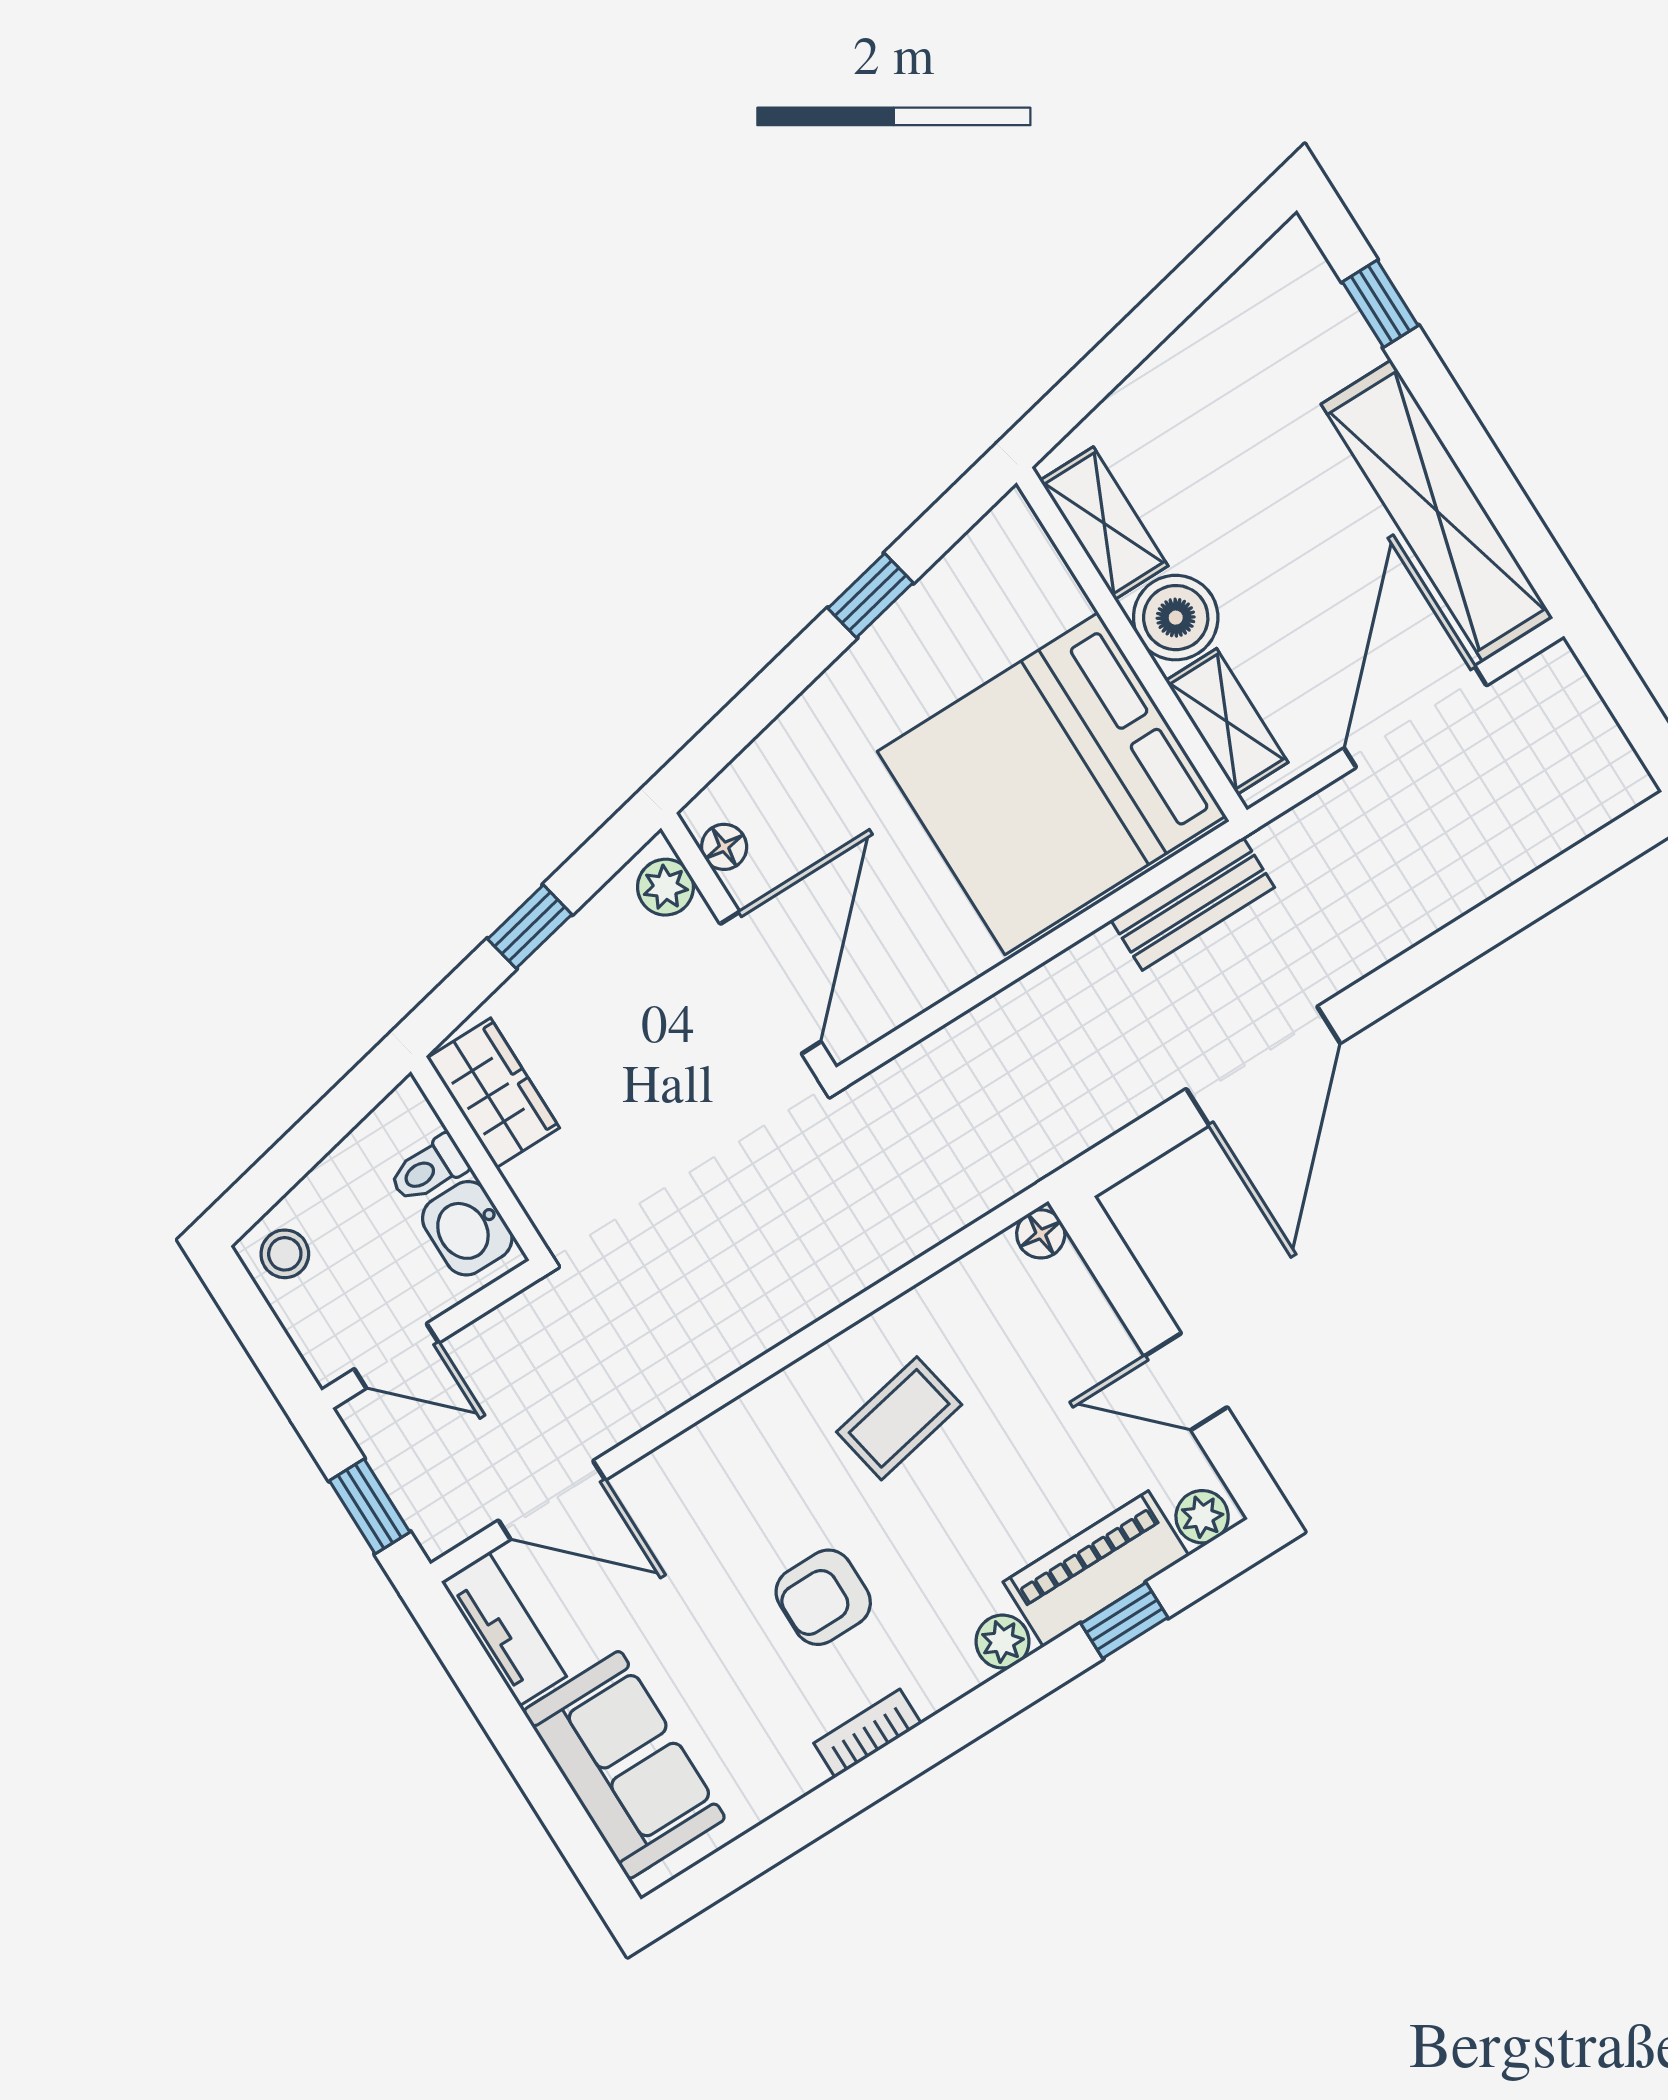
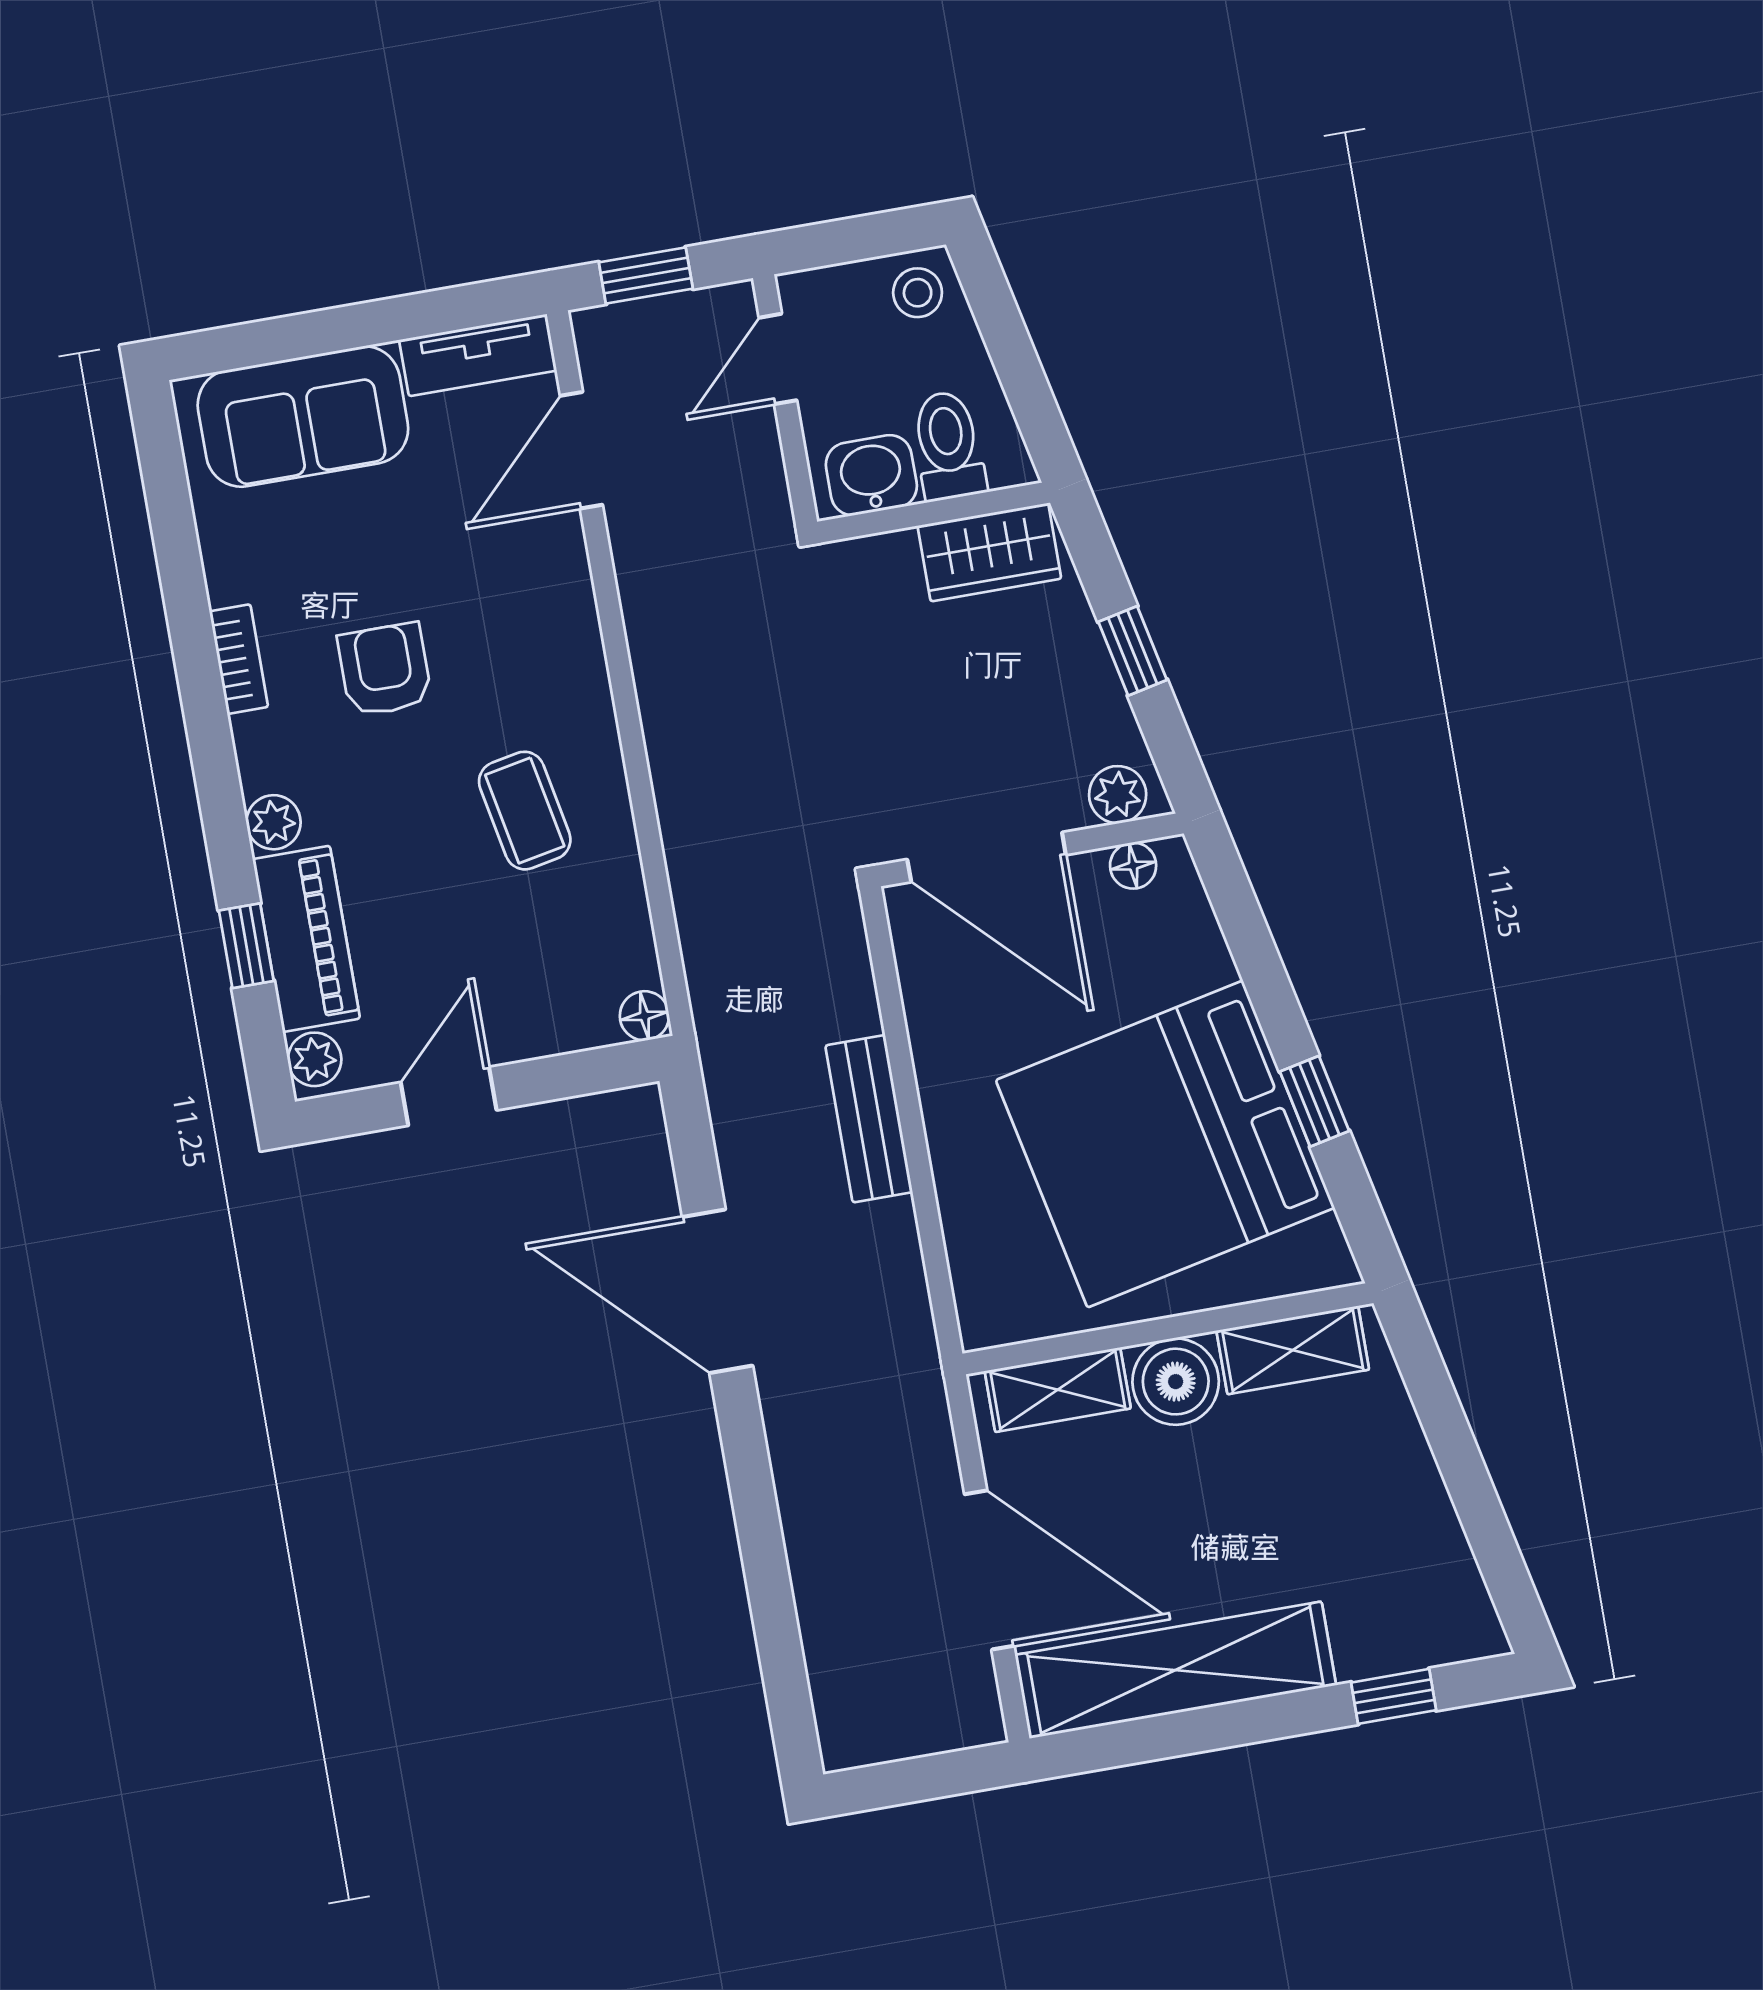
bed: (1052, 784) -> (1165, 1144), moved, turned -102
bench: (1193, 904) -> (869, 1119), moved
toilet: (429, 1169) -> (948, 446), width x1.37, depth x1.39

